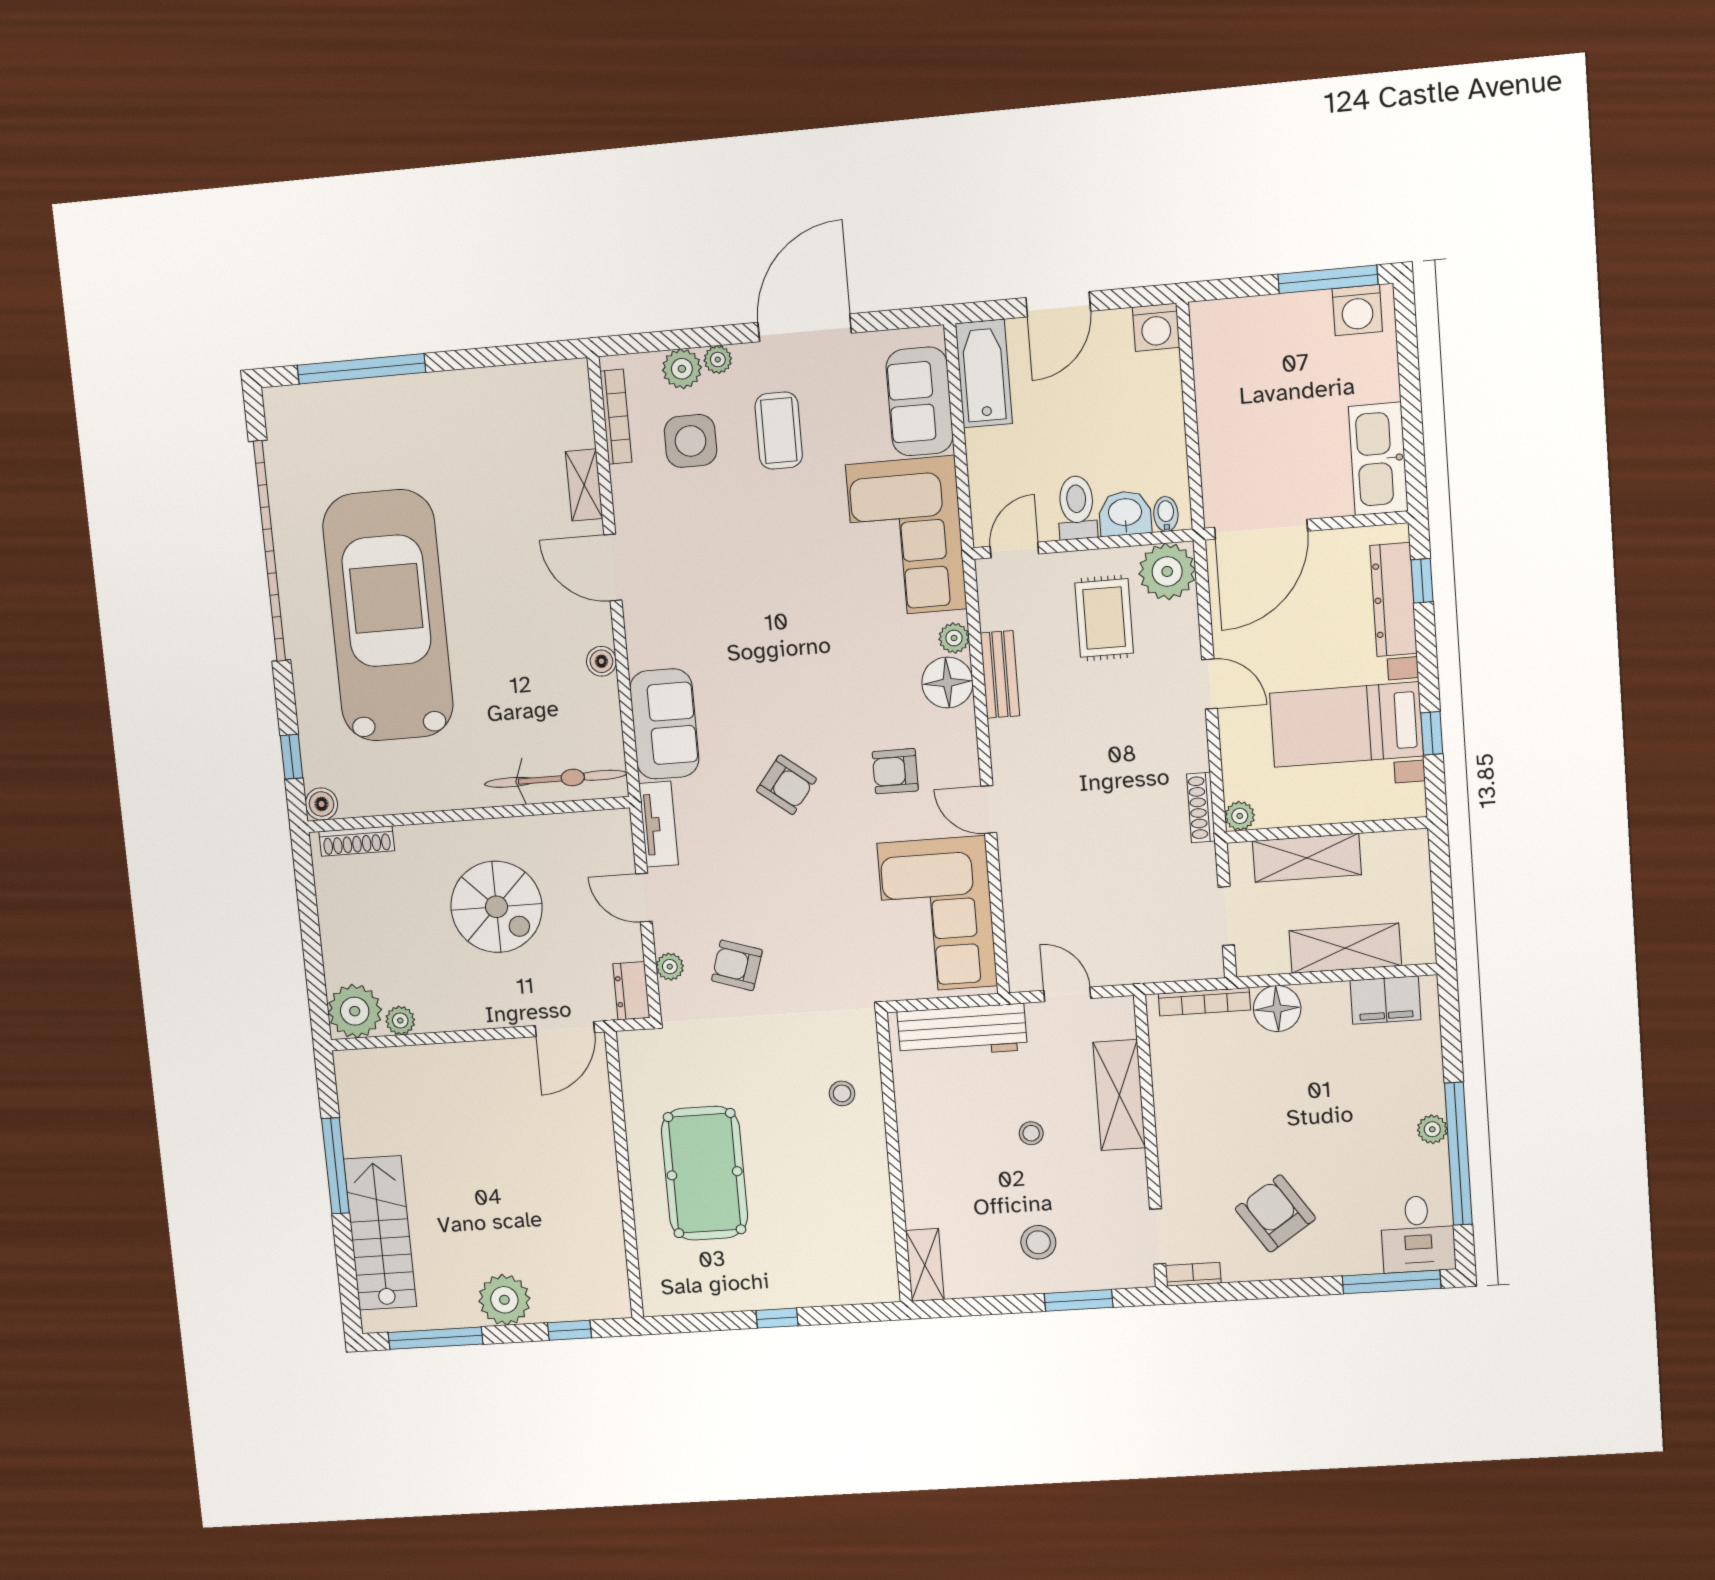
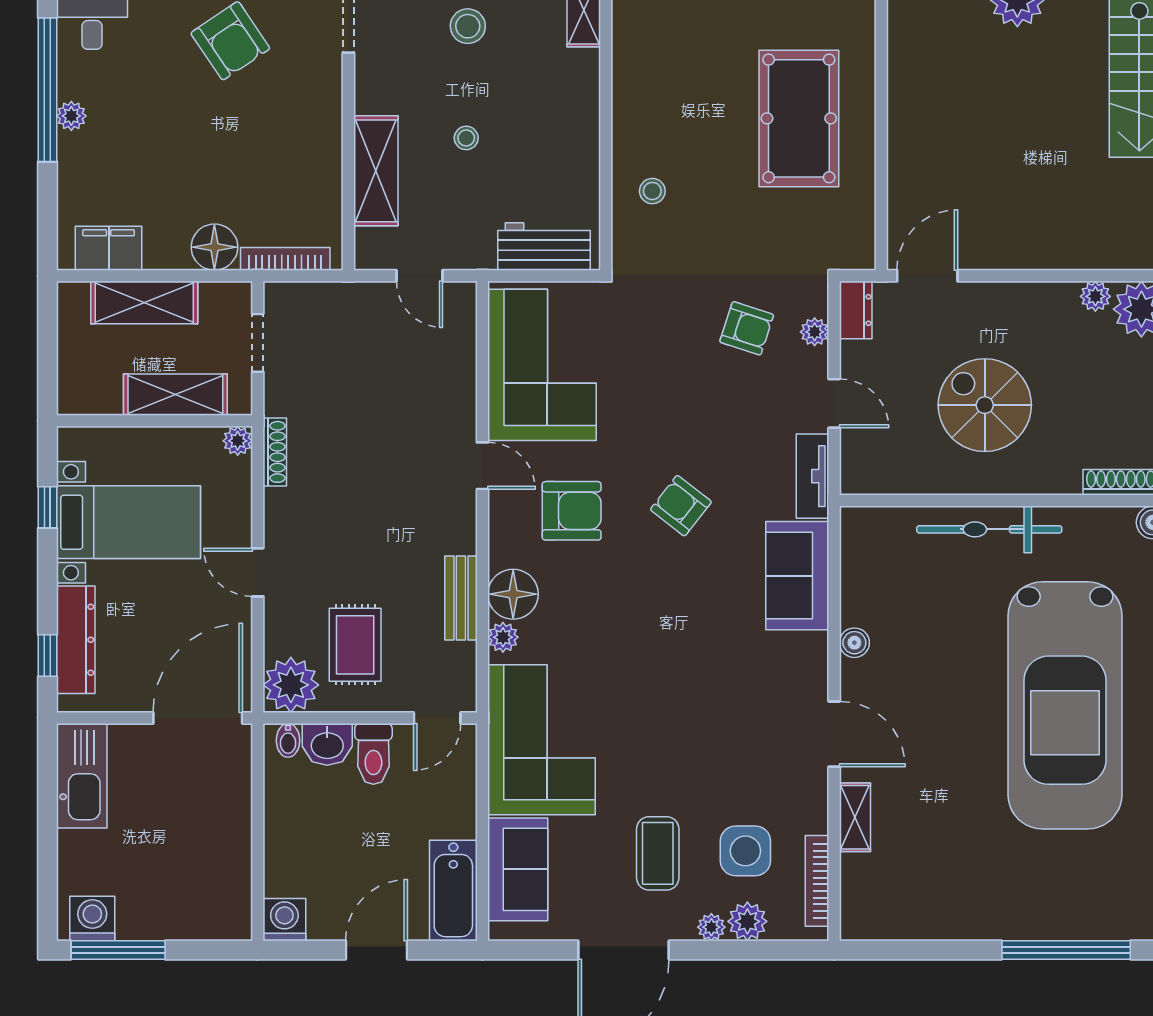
armchair: (895, 771) -> (572, 511), width x1.38, depth x1.38
bicycle: (556, 779) -> (989, 529), moved
workbench: (962, 1031) -> (544, 246), width x0.73

